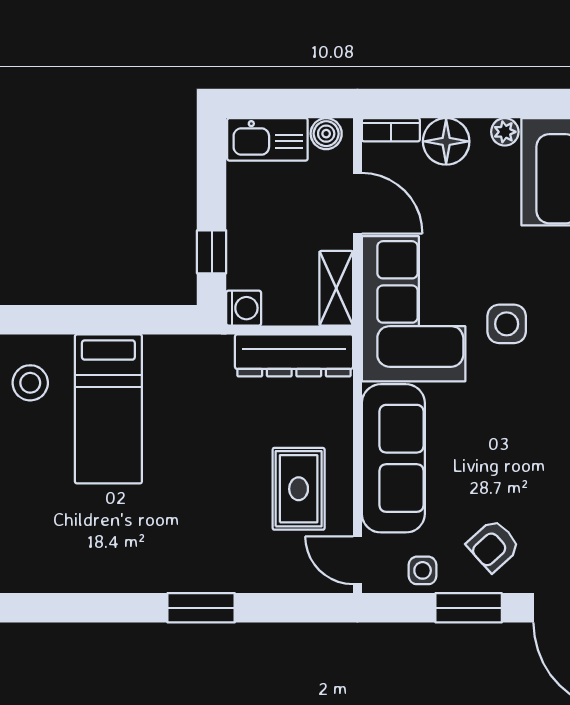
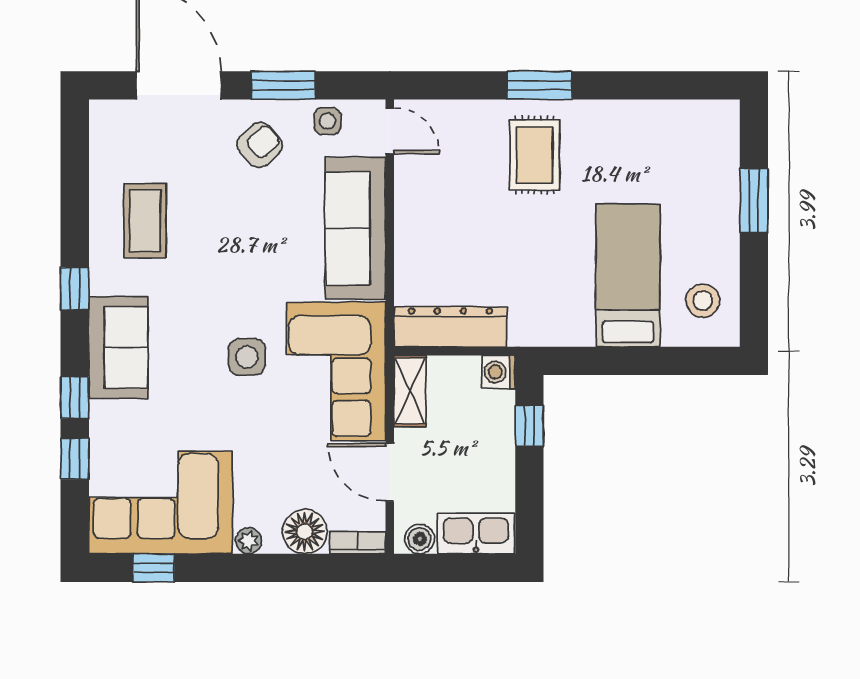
rug: (299, 489) -> (535, 155), moved

